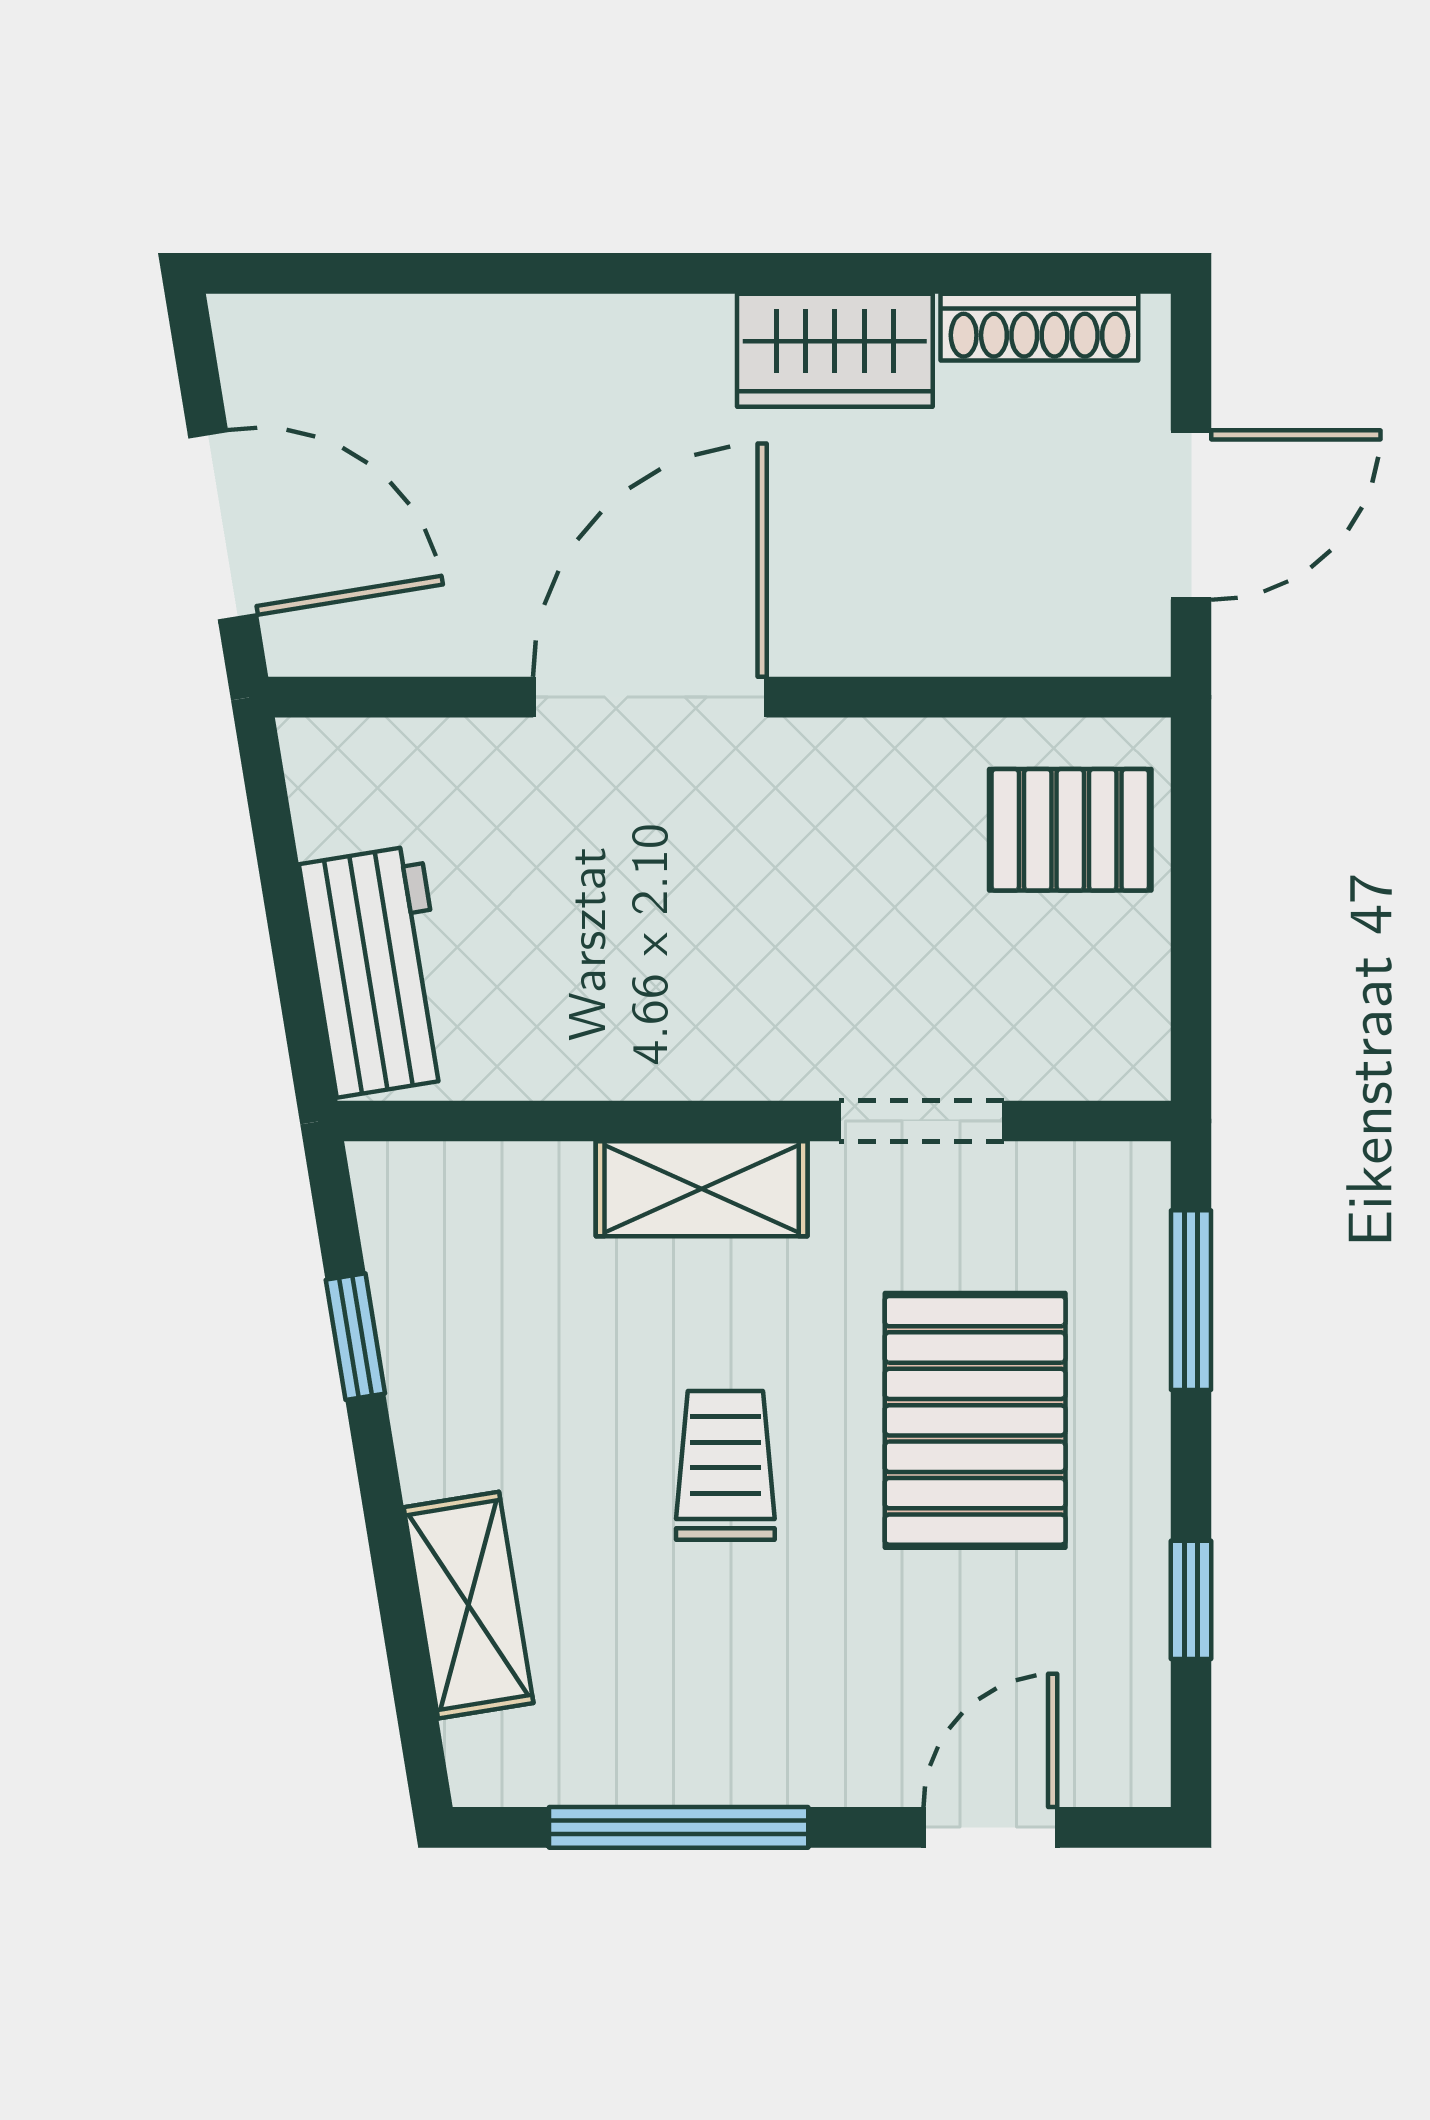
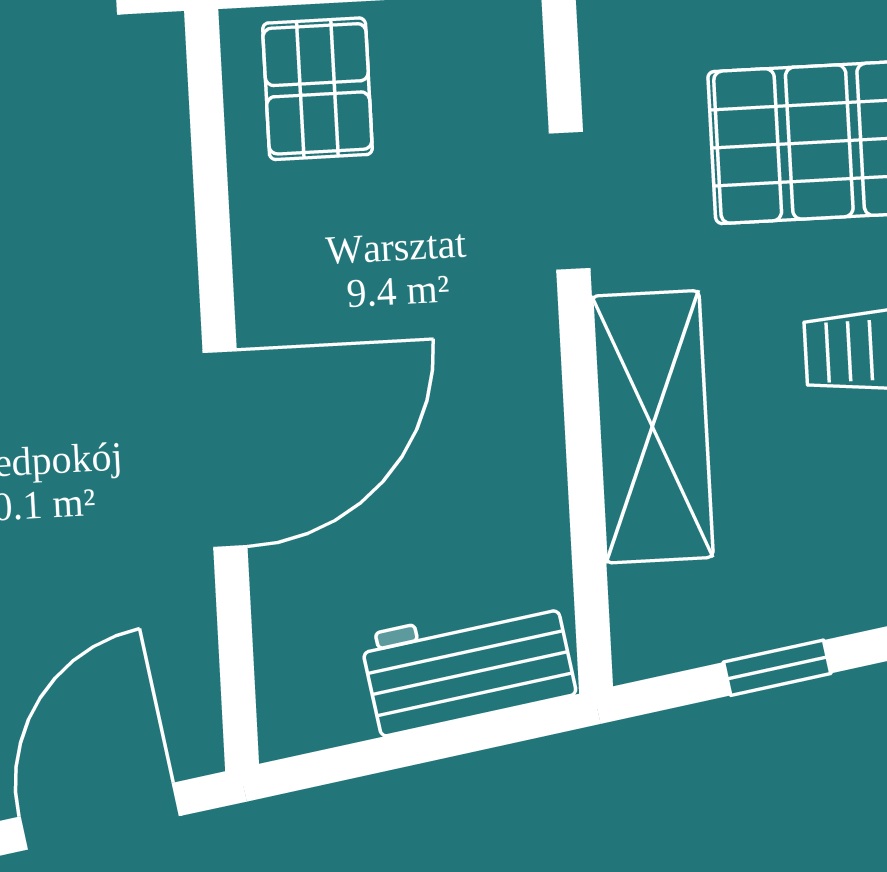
door: (650, 697) -> (225, 449), swing flipped
shelving: (702, 1189) -> (652, 427), width x1.50, depth x1.33

